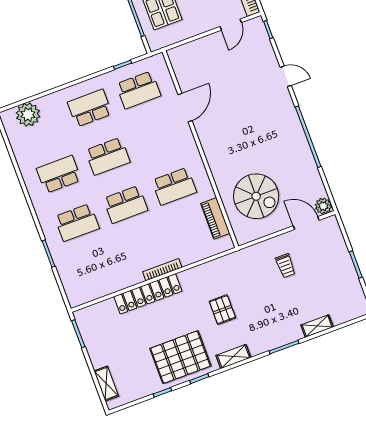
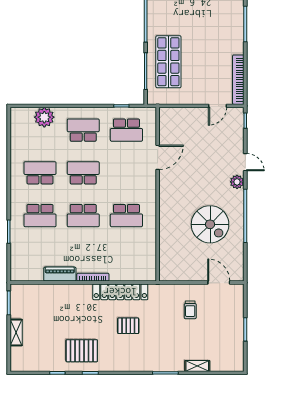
plant: (28, 115) -> (44, 117), moved
school desk: (108, 156) -> (83, 173), turned 180
spiral stairs: (256, 196) -> (210, 224), moved
plant: (323, 206) -> (237, 182), moved
piano: (215, 218) -> (60, 274), moved, turned 90
locker: (148, 294) -> (120, 292), moved
pallet: (222, 310) -> (128, 326), turned 90
pallet: (180, 357) -> (82, 351), width x0.73, depth x0.71
shelving: (233, 357) -> (123, 366), removed
shelving: (106, 384) -> (16, 332), moved

